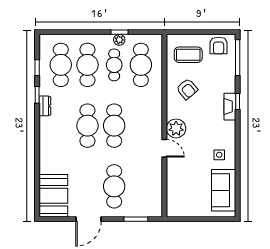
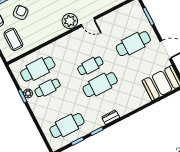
cafe table: (87, 65) -> (57, 107), removed
armchair: (187, 89) -> (21, 12), moved
dresser: (45, 106) -> (111, 117), moved
cafe table: (114, 126) -> (90, 66), width x0.73, depth x0.74
door: (164, 148) -> (88, 22), swing flipped

